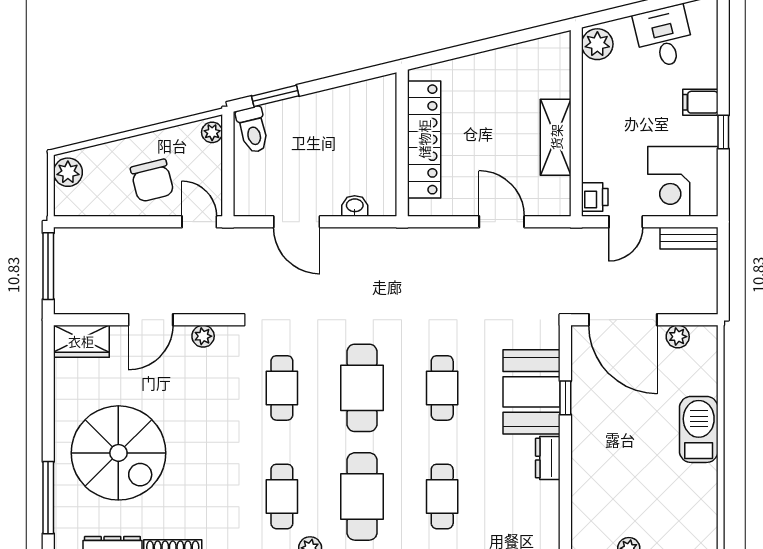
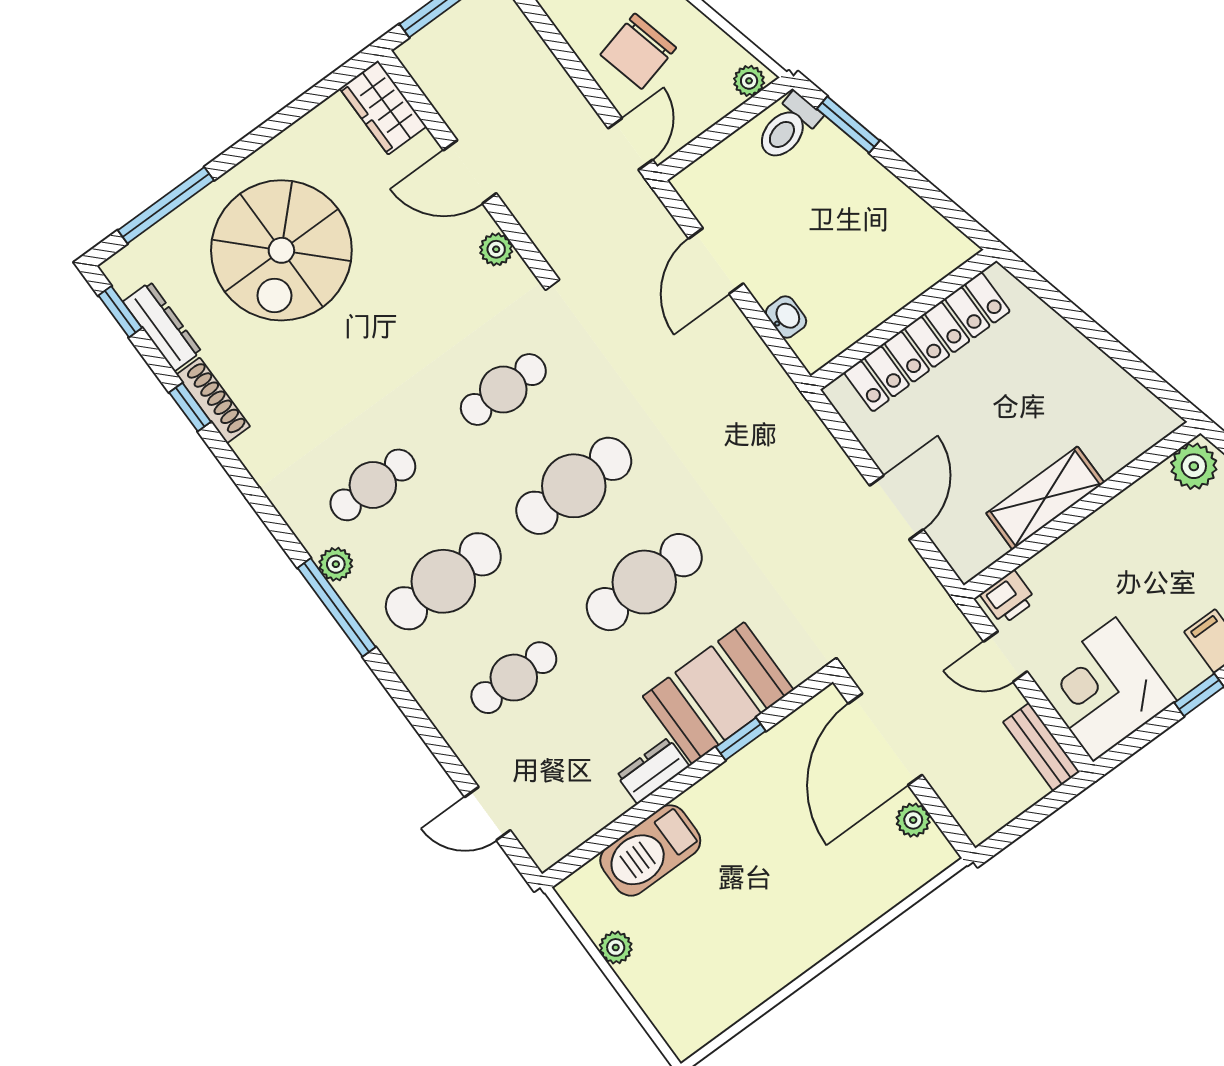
cafe table: (442, 388) -> (644, 582), width x1.37, depth x1.35
barbecue: (699, 429) -> (650, 850), moved, turned 180

